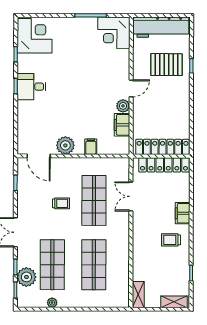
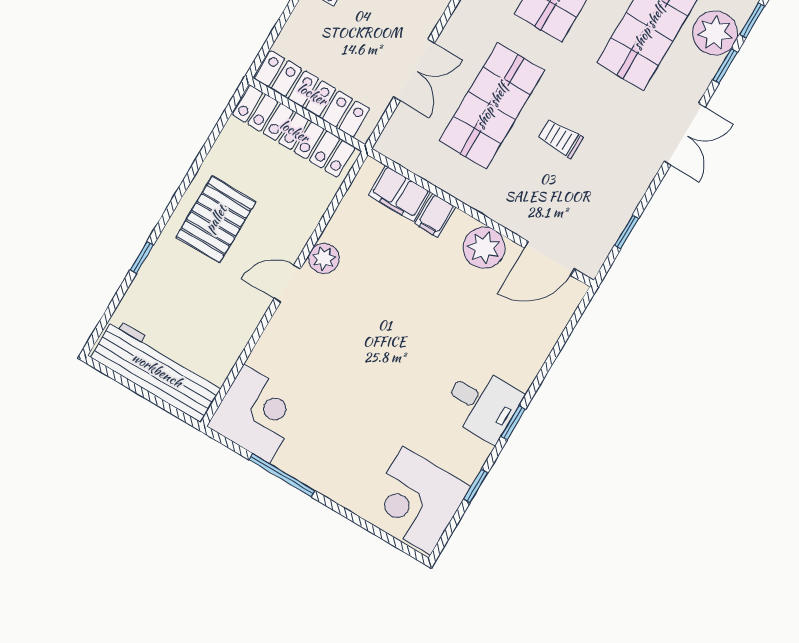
pallet: (166, 65) -> (216, 219), moved, turned 90
filing cabinet: (122, 125) -> (399, 194), moved, turned 90
door: (39, 156) -> (549, 258), swing flipped

